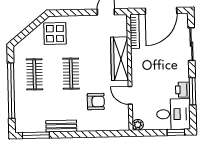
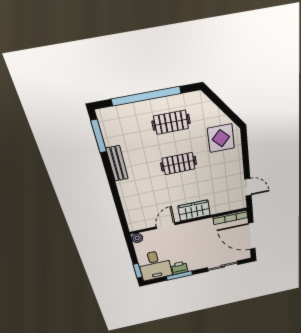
wardrobe: (120, 59) -> (194, 210), width x0.67
armchair: (96, 102) -> (153, 195), removed

